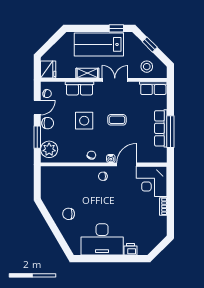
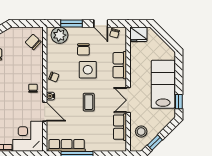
window: (150, 44) -> (155, 143), moved
shelving: (87, 73) -> (135, 73), removed
double door: (115, 80) -> (128, 100), swing flipped
row of seats: (153, 88) -> (120, 127), moved
chair: (48, 123) -> (83, 49), moved
row of seats: (161, 128) -> (67, 145), moved
chair: (56, 176) -> (33, 42), added

